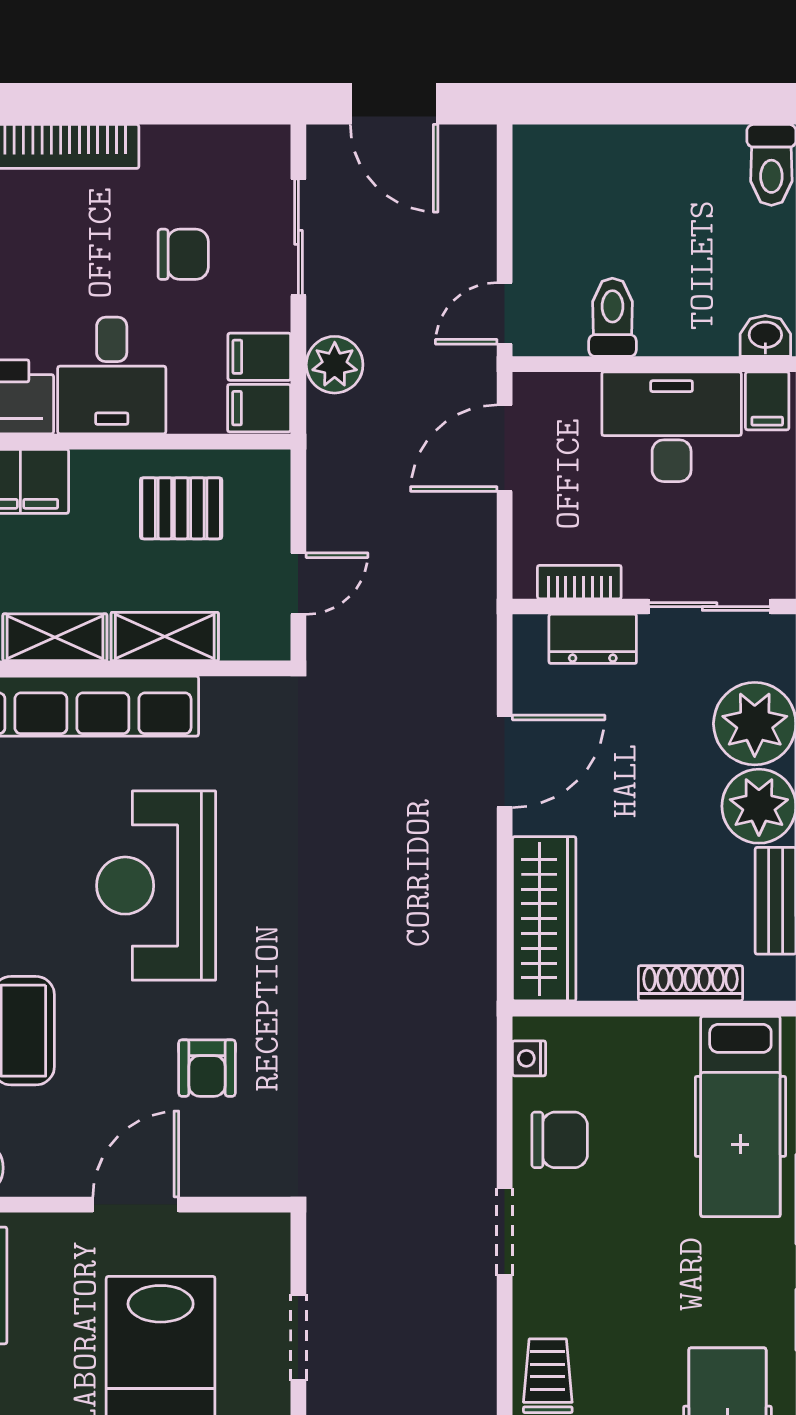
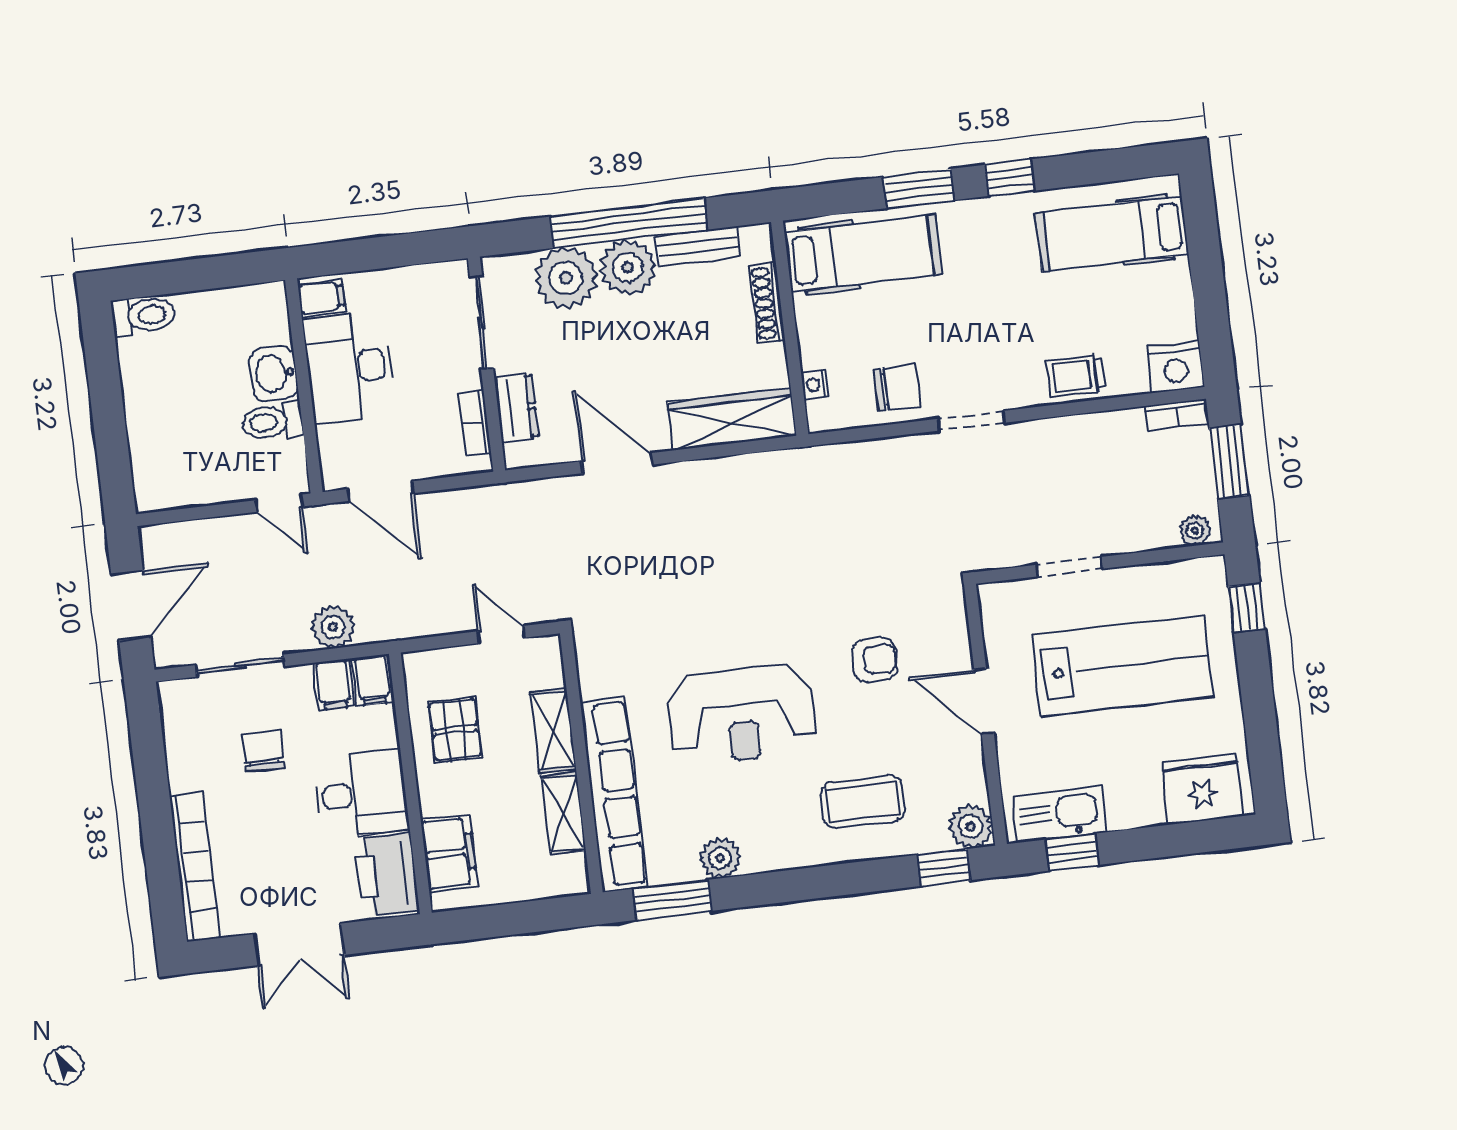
washbasin: (765, 336) -> (274, 373), moved, width x1.38, depth x1.45
nightstand: (529, 1058) -> (815, 385), moved, turned 90
chair: (560, 1140) -> (897, 388), turned 89

